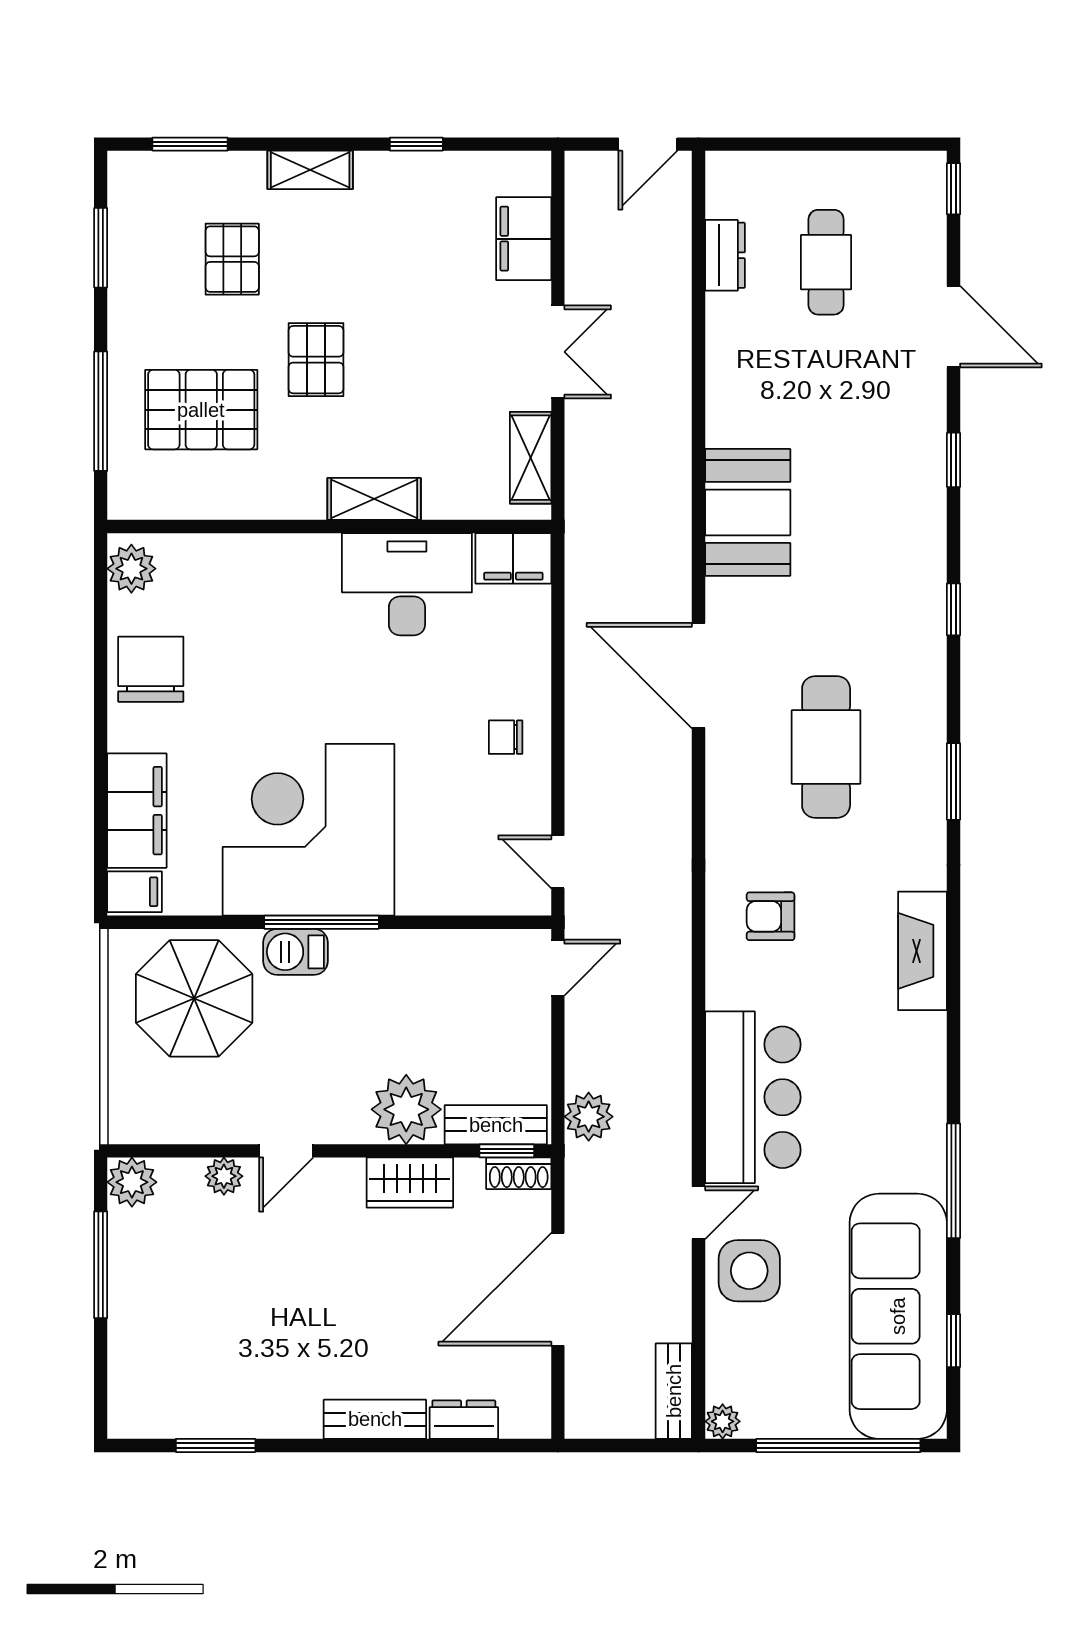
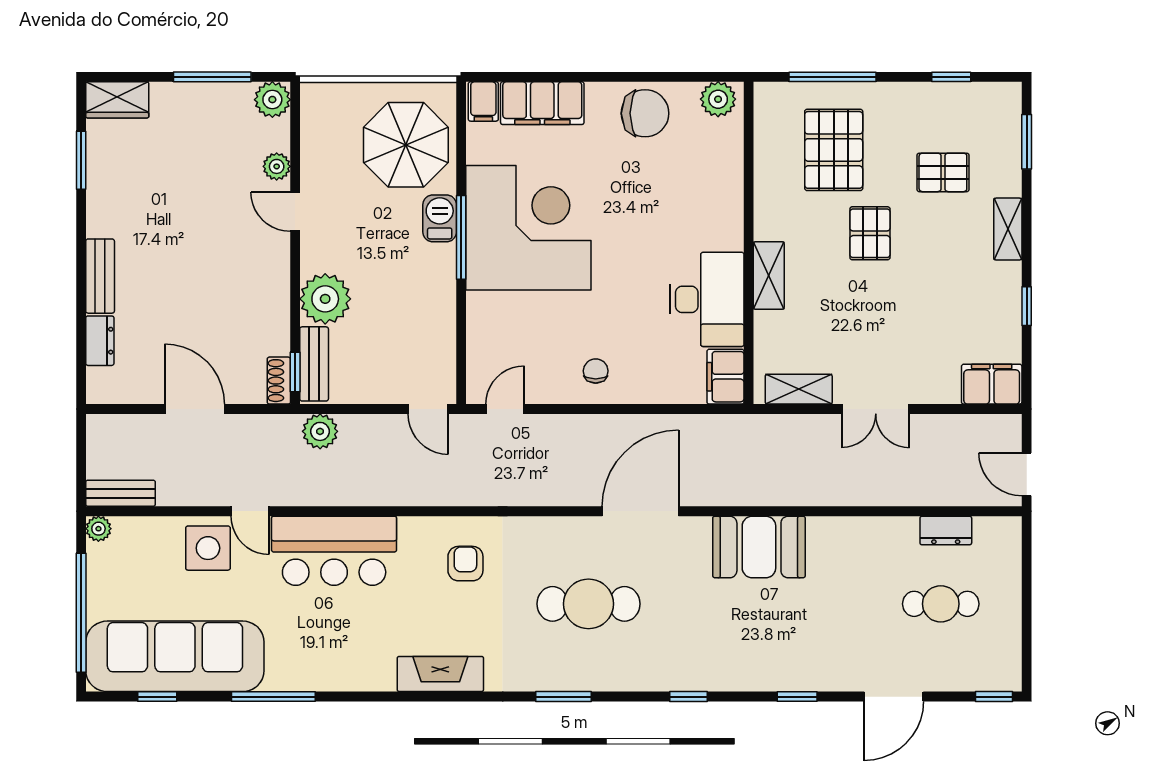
filing cabinet: (524, 239) -> (992, 384), moved
window: (101, 248) -> (951, 77), width x0.67
pallet: (316, 360) -> (870, 233), turned 90
wardrobe: (410, 1183) -> (117, 100), moved, turned -90
door: (558, 1289) -> (195, 409), width x0.73

